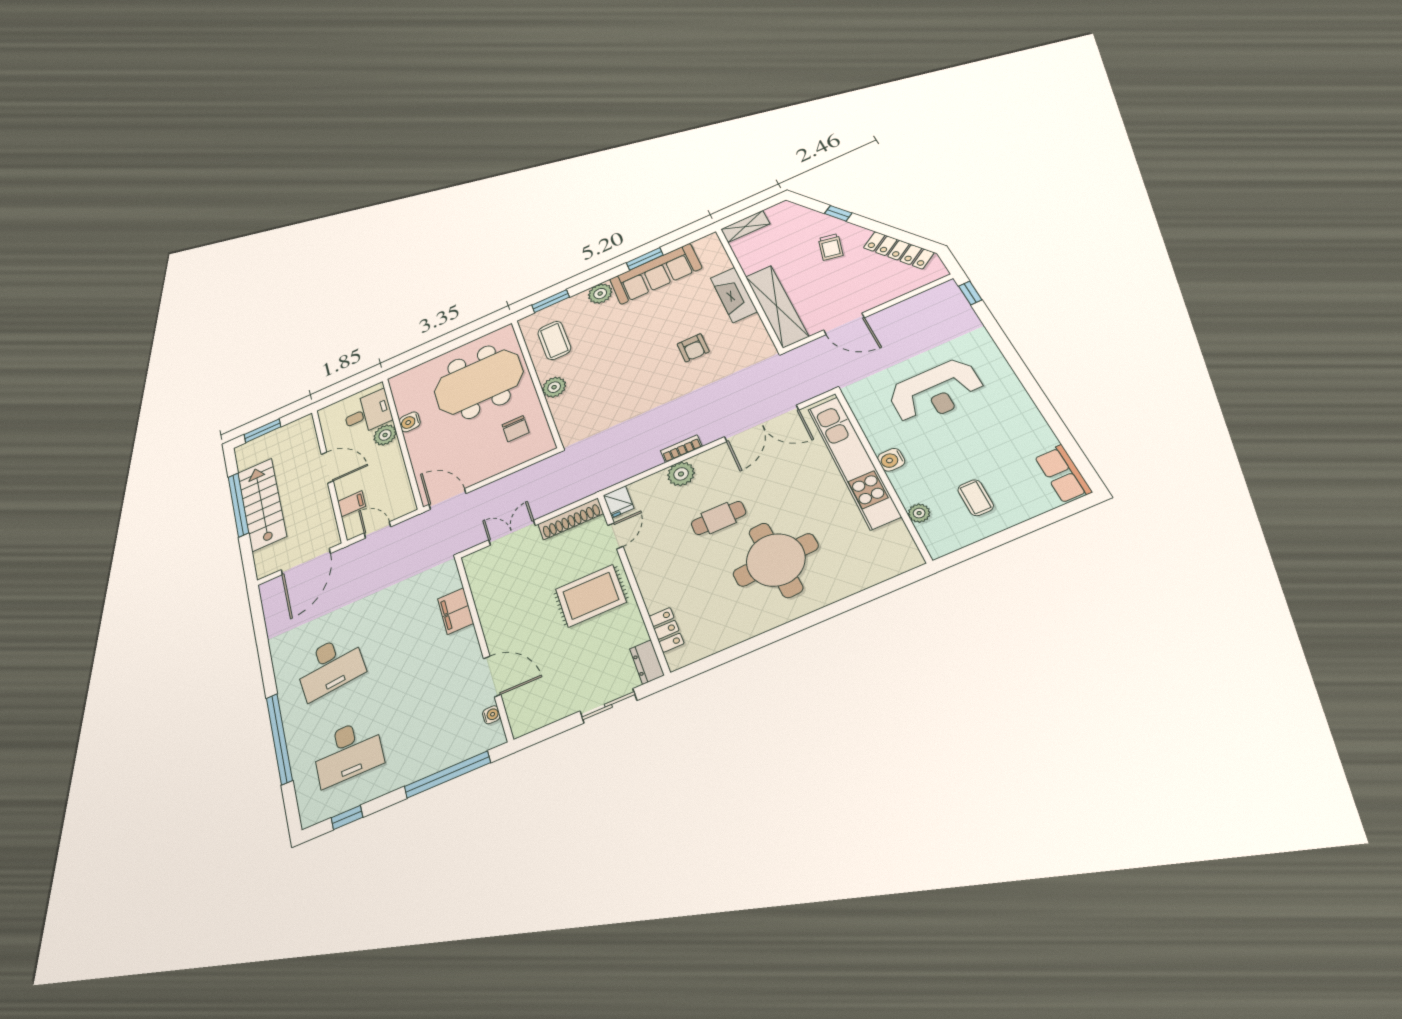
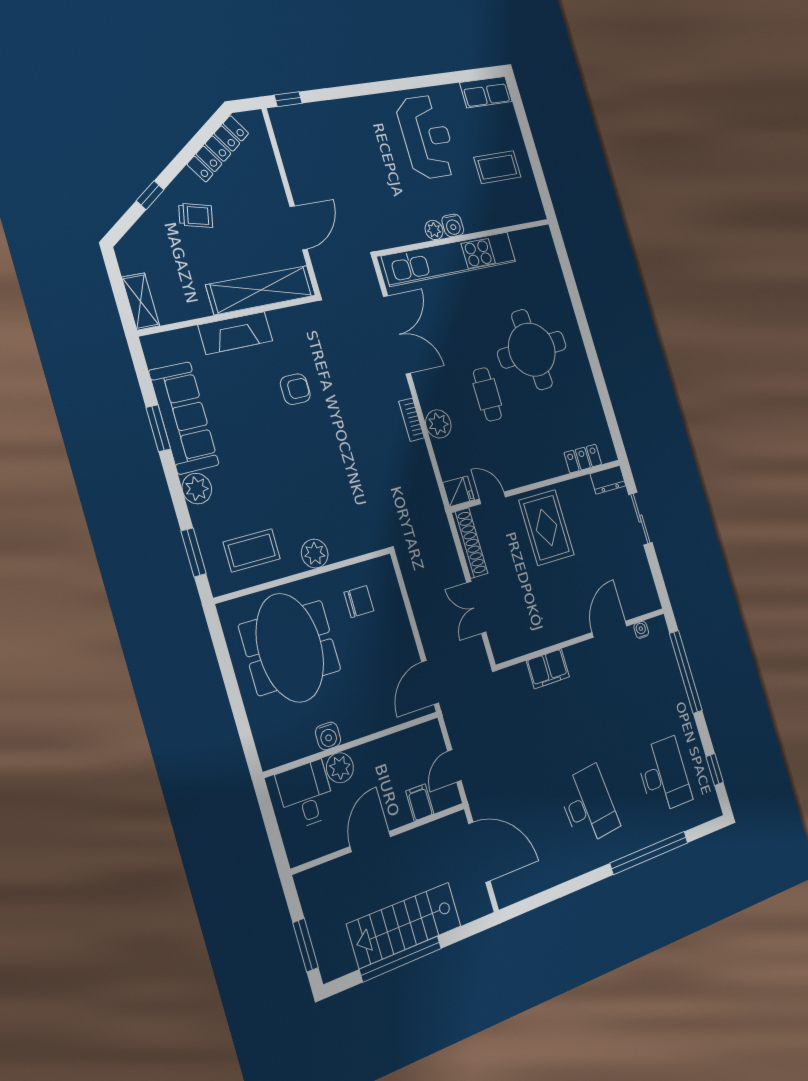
reception desk: (936, 392) -> (427, 137), moved
coffee table: (976, 498) -> (497, 167), width x1.36, depth x1.30
plant: (919, 513) -> (434, 230), moved

